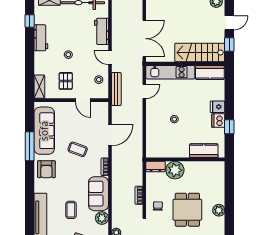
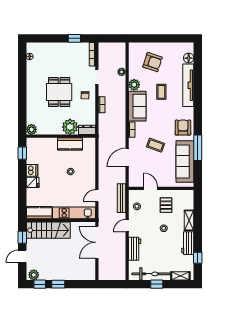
door: (110, 58) -> (127, 226), swing flipped
shelving: (39, 87) -> (189, 220), moved
window: (229, 127) -> (22, 153), moved
kitchen counter: (204, 151) -> (70, 144), moved
plant: (219, 210) -> (31, 129), moved

